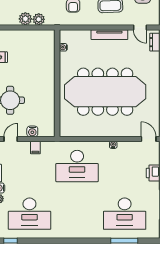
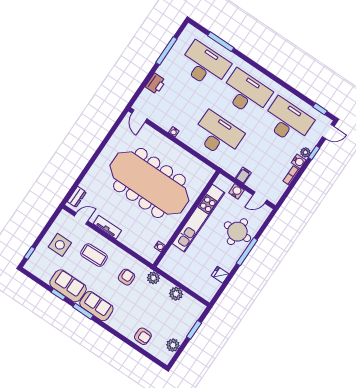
plant: (39, 19) -> (153, 278), moved
door: (140, 27) -> (81, 218), hinge flipped
tv unit: (109, 35) -> (107, 227), width x0.71
kitchen unit: (48, 90) -> (198, 218), added
desk: (77, 214) -> (246, 93), added

